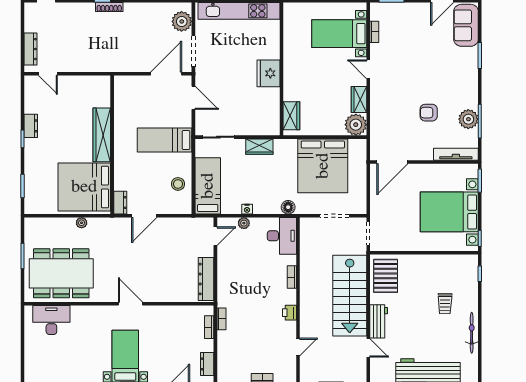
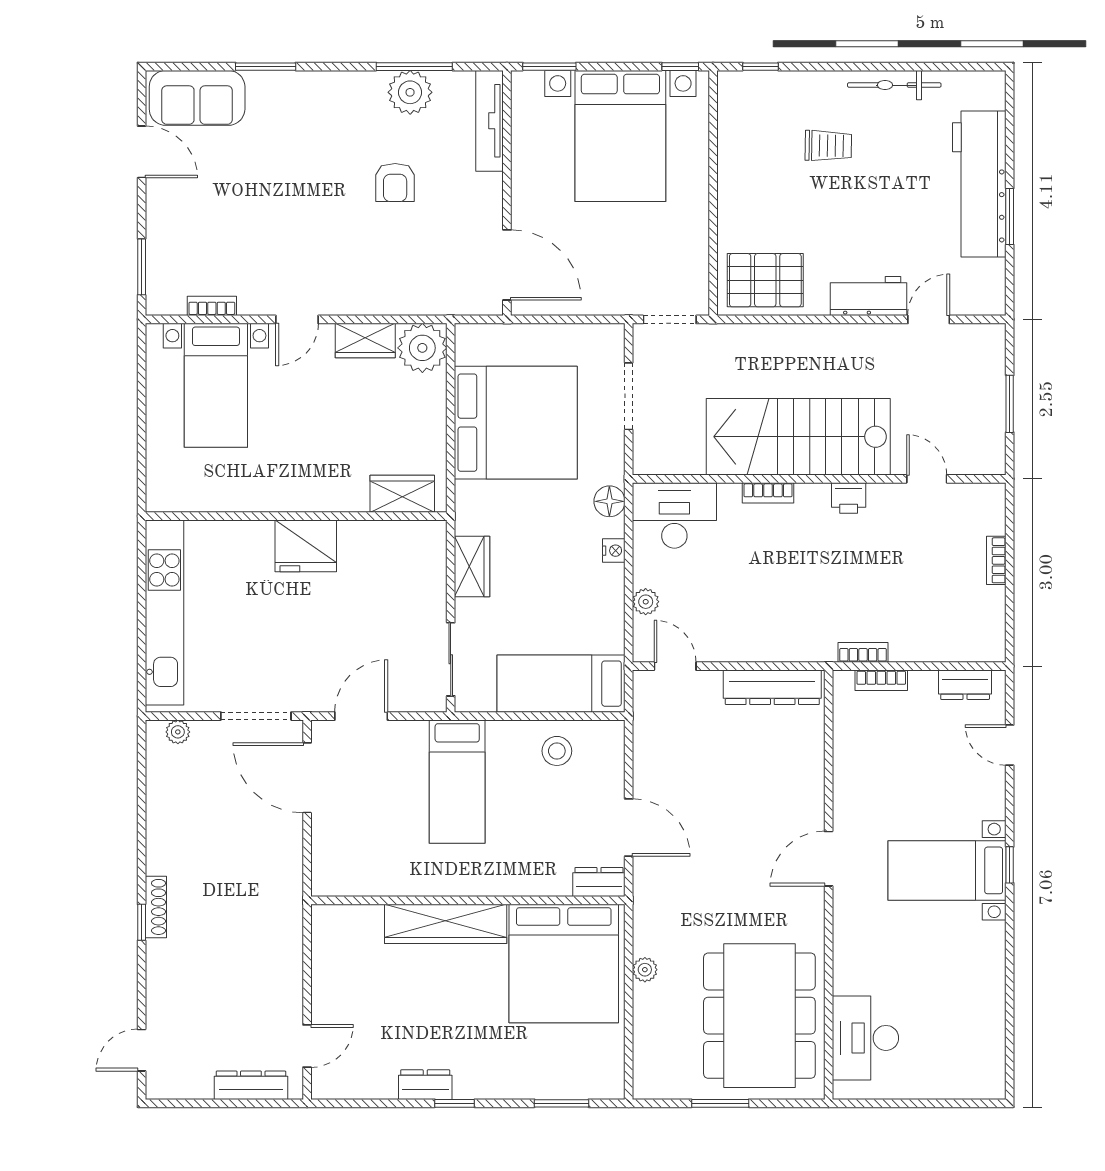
plant: (182, 21) -> (178, 732), width x0.53, depth x0.53
nightstand: (247, 209) -> (614, 551), moved
stairs: (350, 296) -> (798, 437), moved, turned 180

